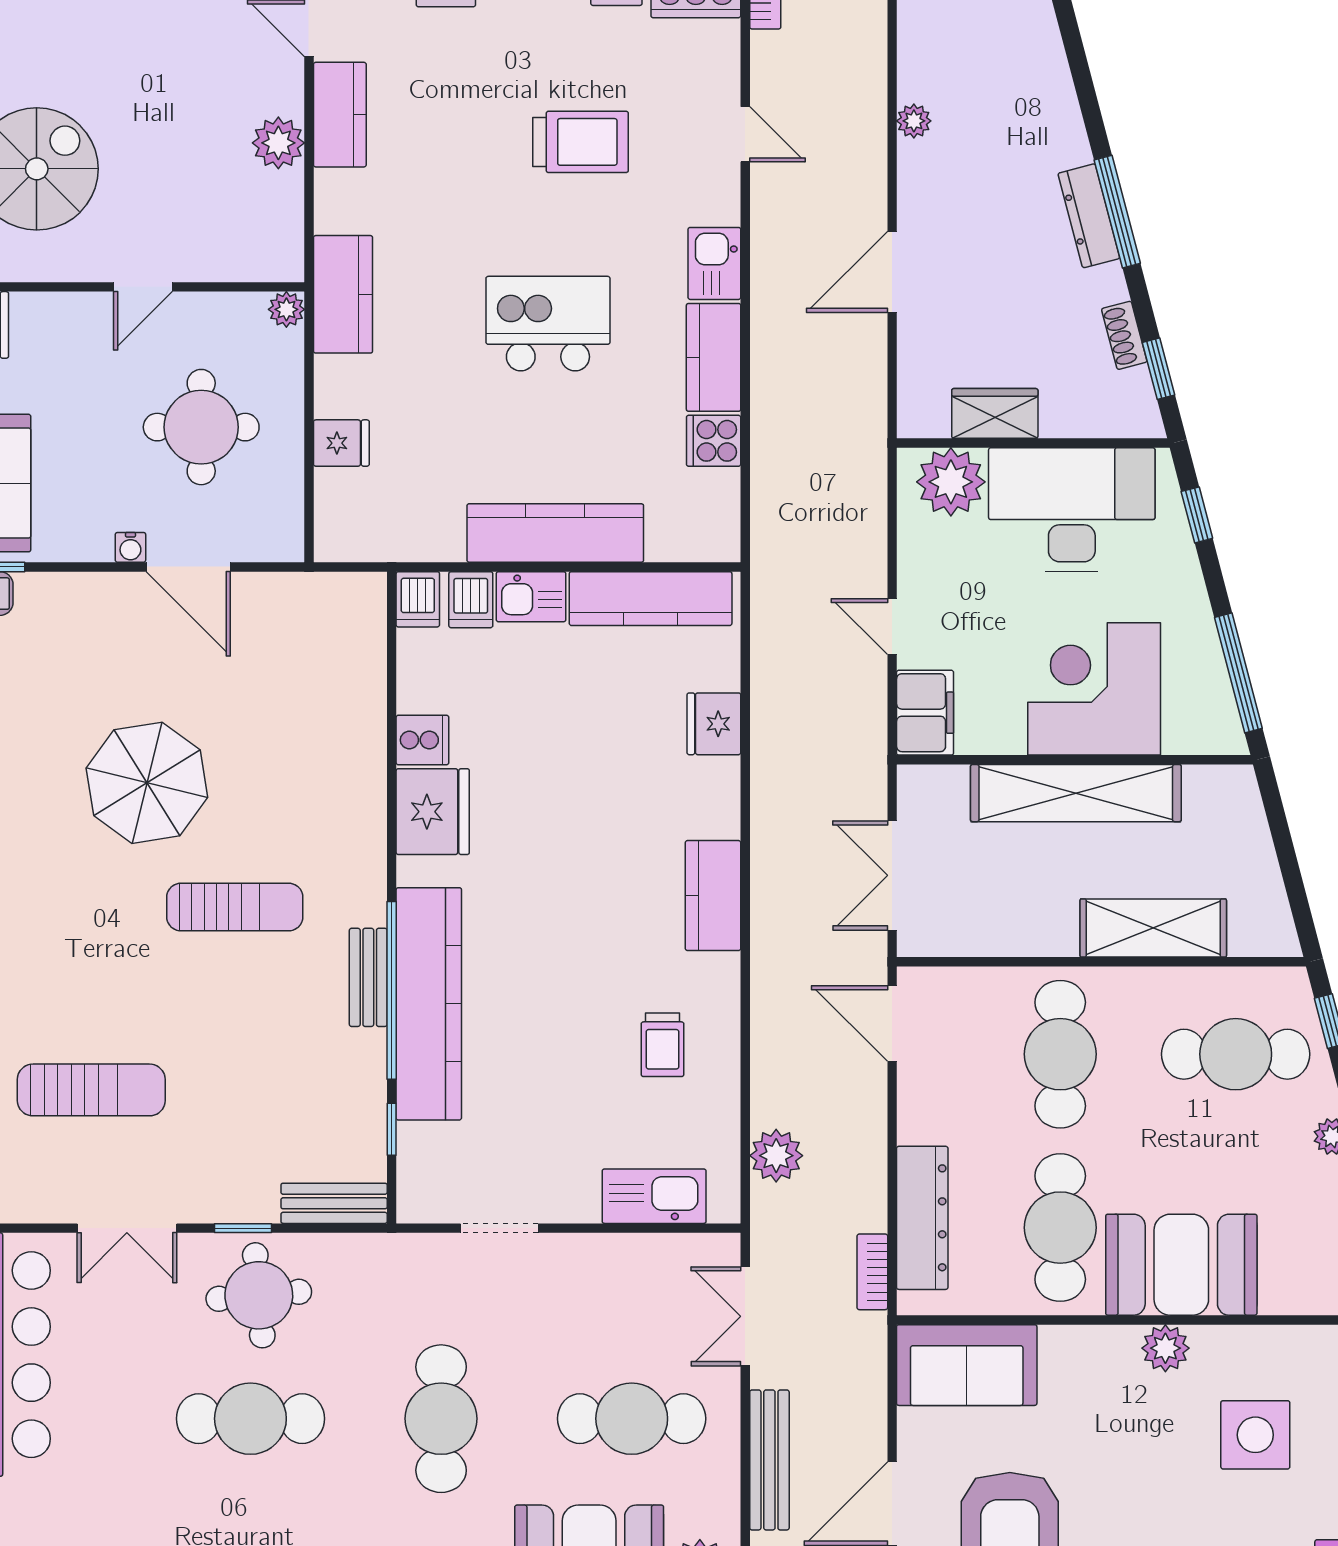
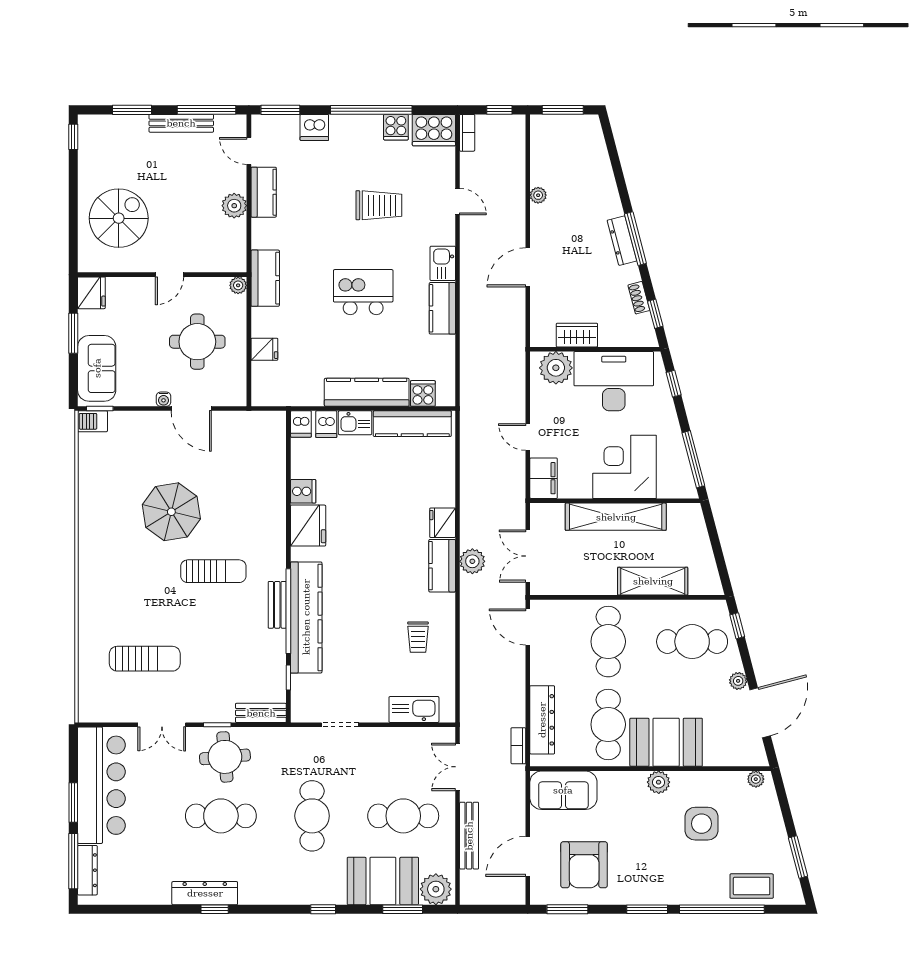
cooker: (714, 441) -> (423, 393), moved, turned 90
fridge: (714, 724) -> (443, 523), moved
plant: (776, 1156) -> (472, 561), moved

